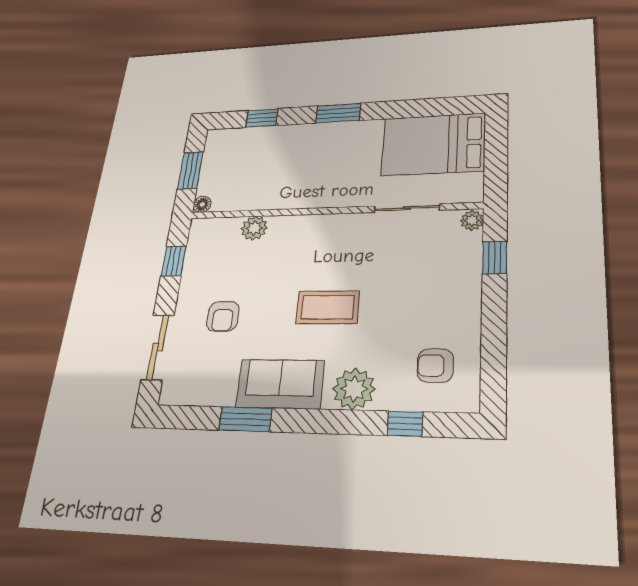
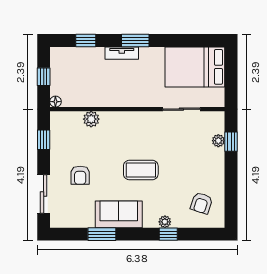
tv unit: (315, 132) -> (122, 53), added
window: (190, 170) -> (44, 77), width x0.67
plant: (472, 220) -> (218, 141), moved
armchair: (435, 366) -> (201, 203), turned -72
plant: (354, 389) -> (165, 222), width x0.53, depth x0.53
window: (405, 424) -> (168, 234), moved

